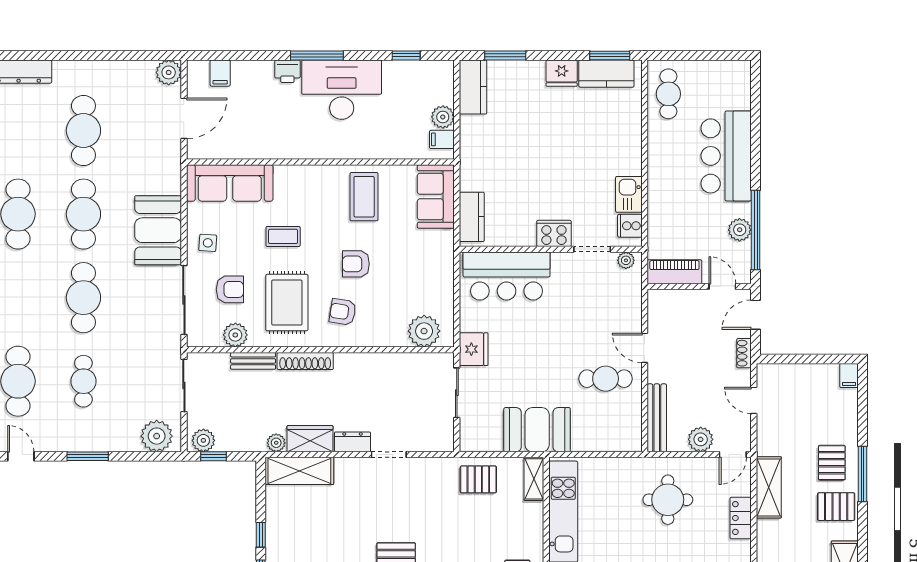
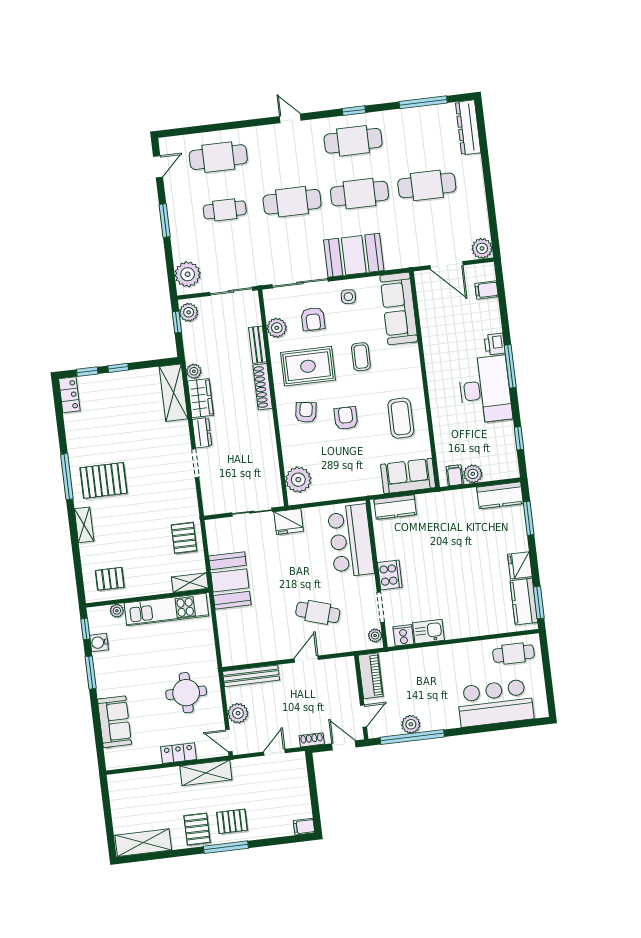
bar counter: (726, 156) -> (495, 703), moved
coffee table: (364, 197) -> (401, 418), turned 90
cafe table: (606, 379) -> (318, 612), moved, turned -73

